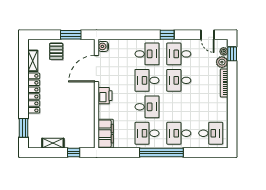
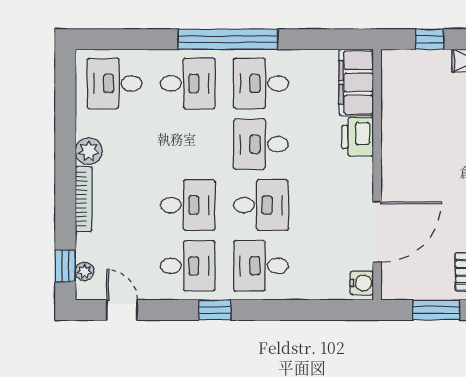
plant: (222, 62) -> (89, 151), moved
printer: (105, 96) -> (357, 137), moved
desk: (147, 133) -> (261, 83), turned 180

